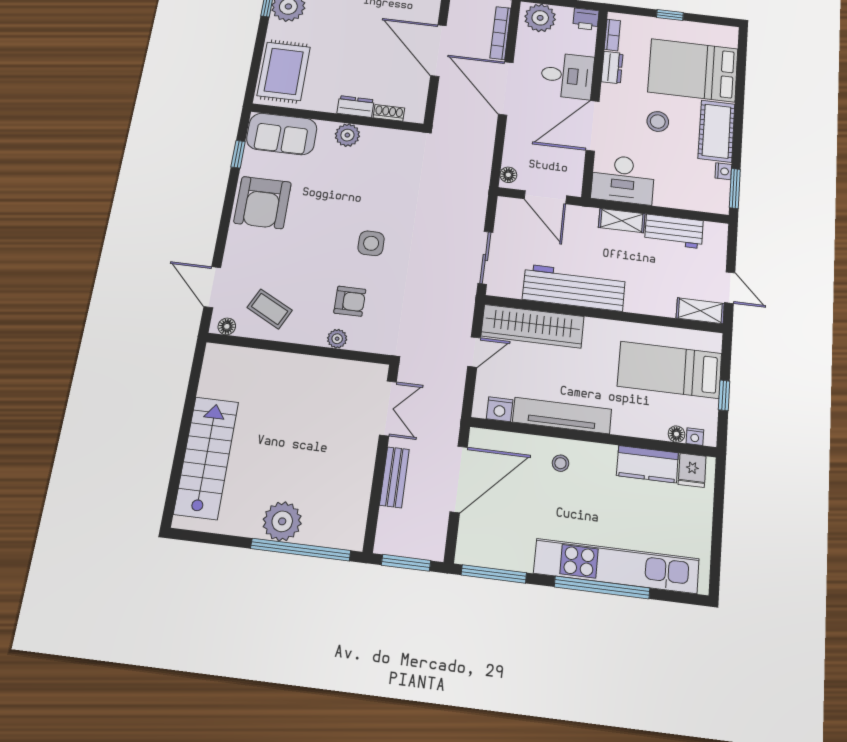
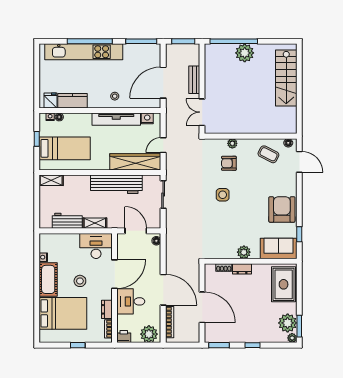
window: (735, 188) -> (37, 248), removed
door: (730, 288) -> (37, 194), removed

